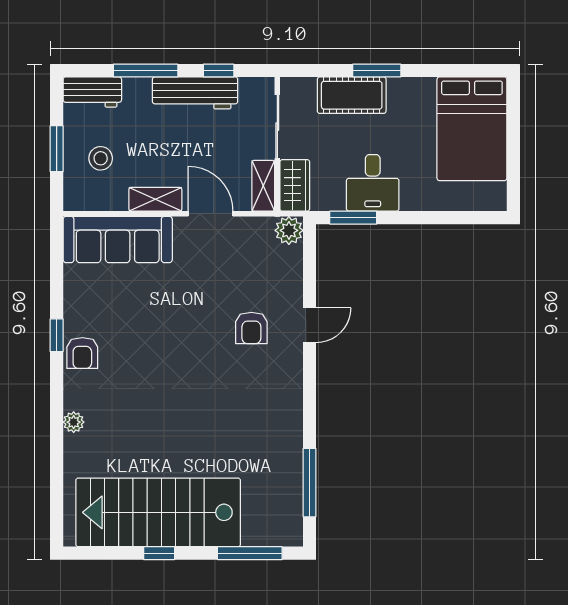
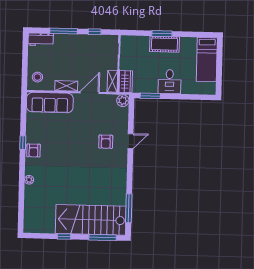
workbench: (195, 93) -> (84, 41), removed
cot: (352, 95) -> (164, 44), moved
bed: (472, 129) -> (207, 60), width x0.67
window: (57, 149) -> (25, 63), removed
stool: (101, 158) -> (37, 77), moved
desk: (373, 183) -> (170, 82), moved
door: (211, 214) -> (90, 93), hinge flipped
stairs: (158, 512) -> (91, 220), moved

